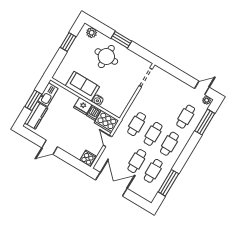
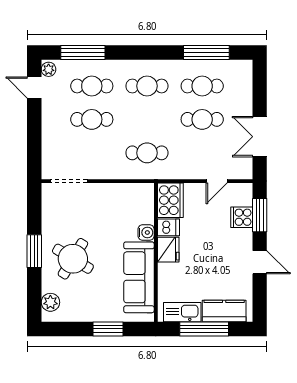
window: (68, 42) -> (108, 329), moved
round table: (106, 57) -> (73, 259), turned 31
sofa: (82, 86) -> (139, 277), width x1.36
window: (33, 100) -> (204, 329), width x1.44
cafe table: (153, 134) -> (92, 119), moved
door: (108, 141) -> (217, 181), moved
cooker: (88, 158) -> (242, 217), moved
window: (73, 161) -> (260, 215), added
double door: (111, 184) -> (260, 137), width x0.73

